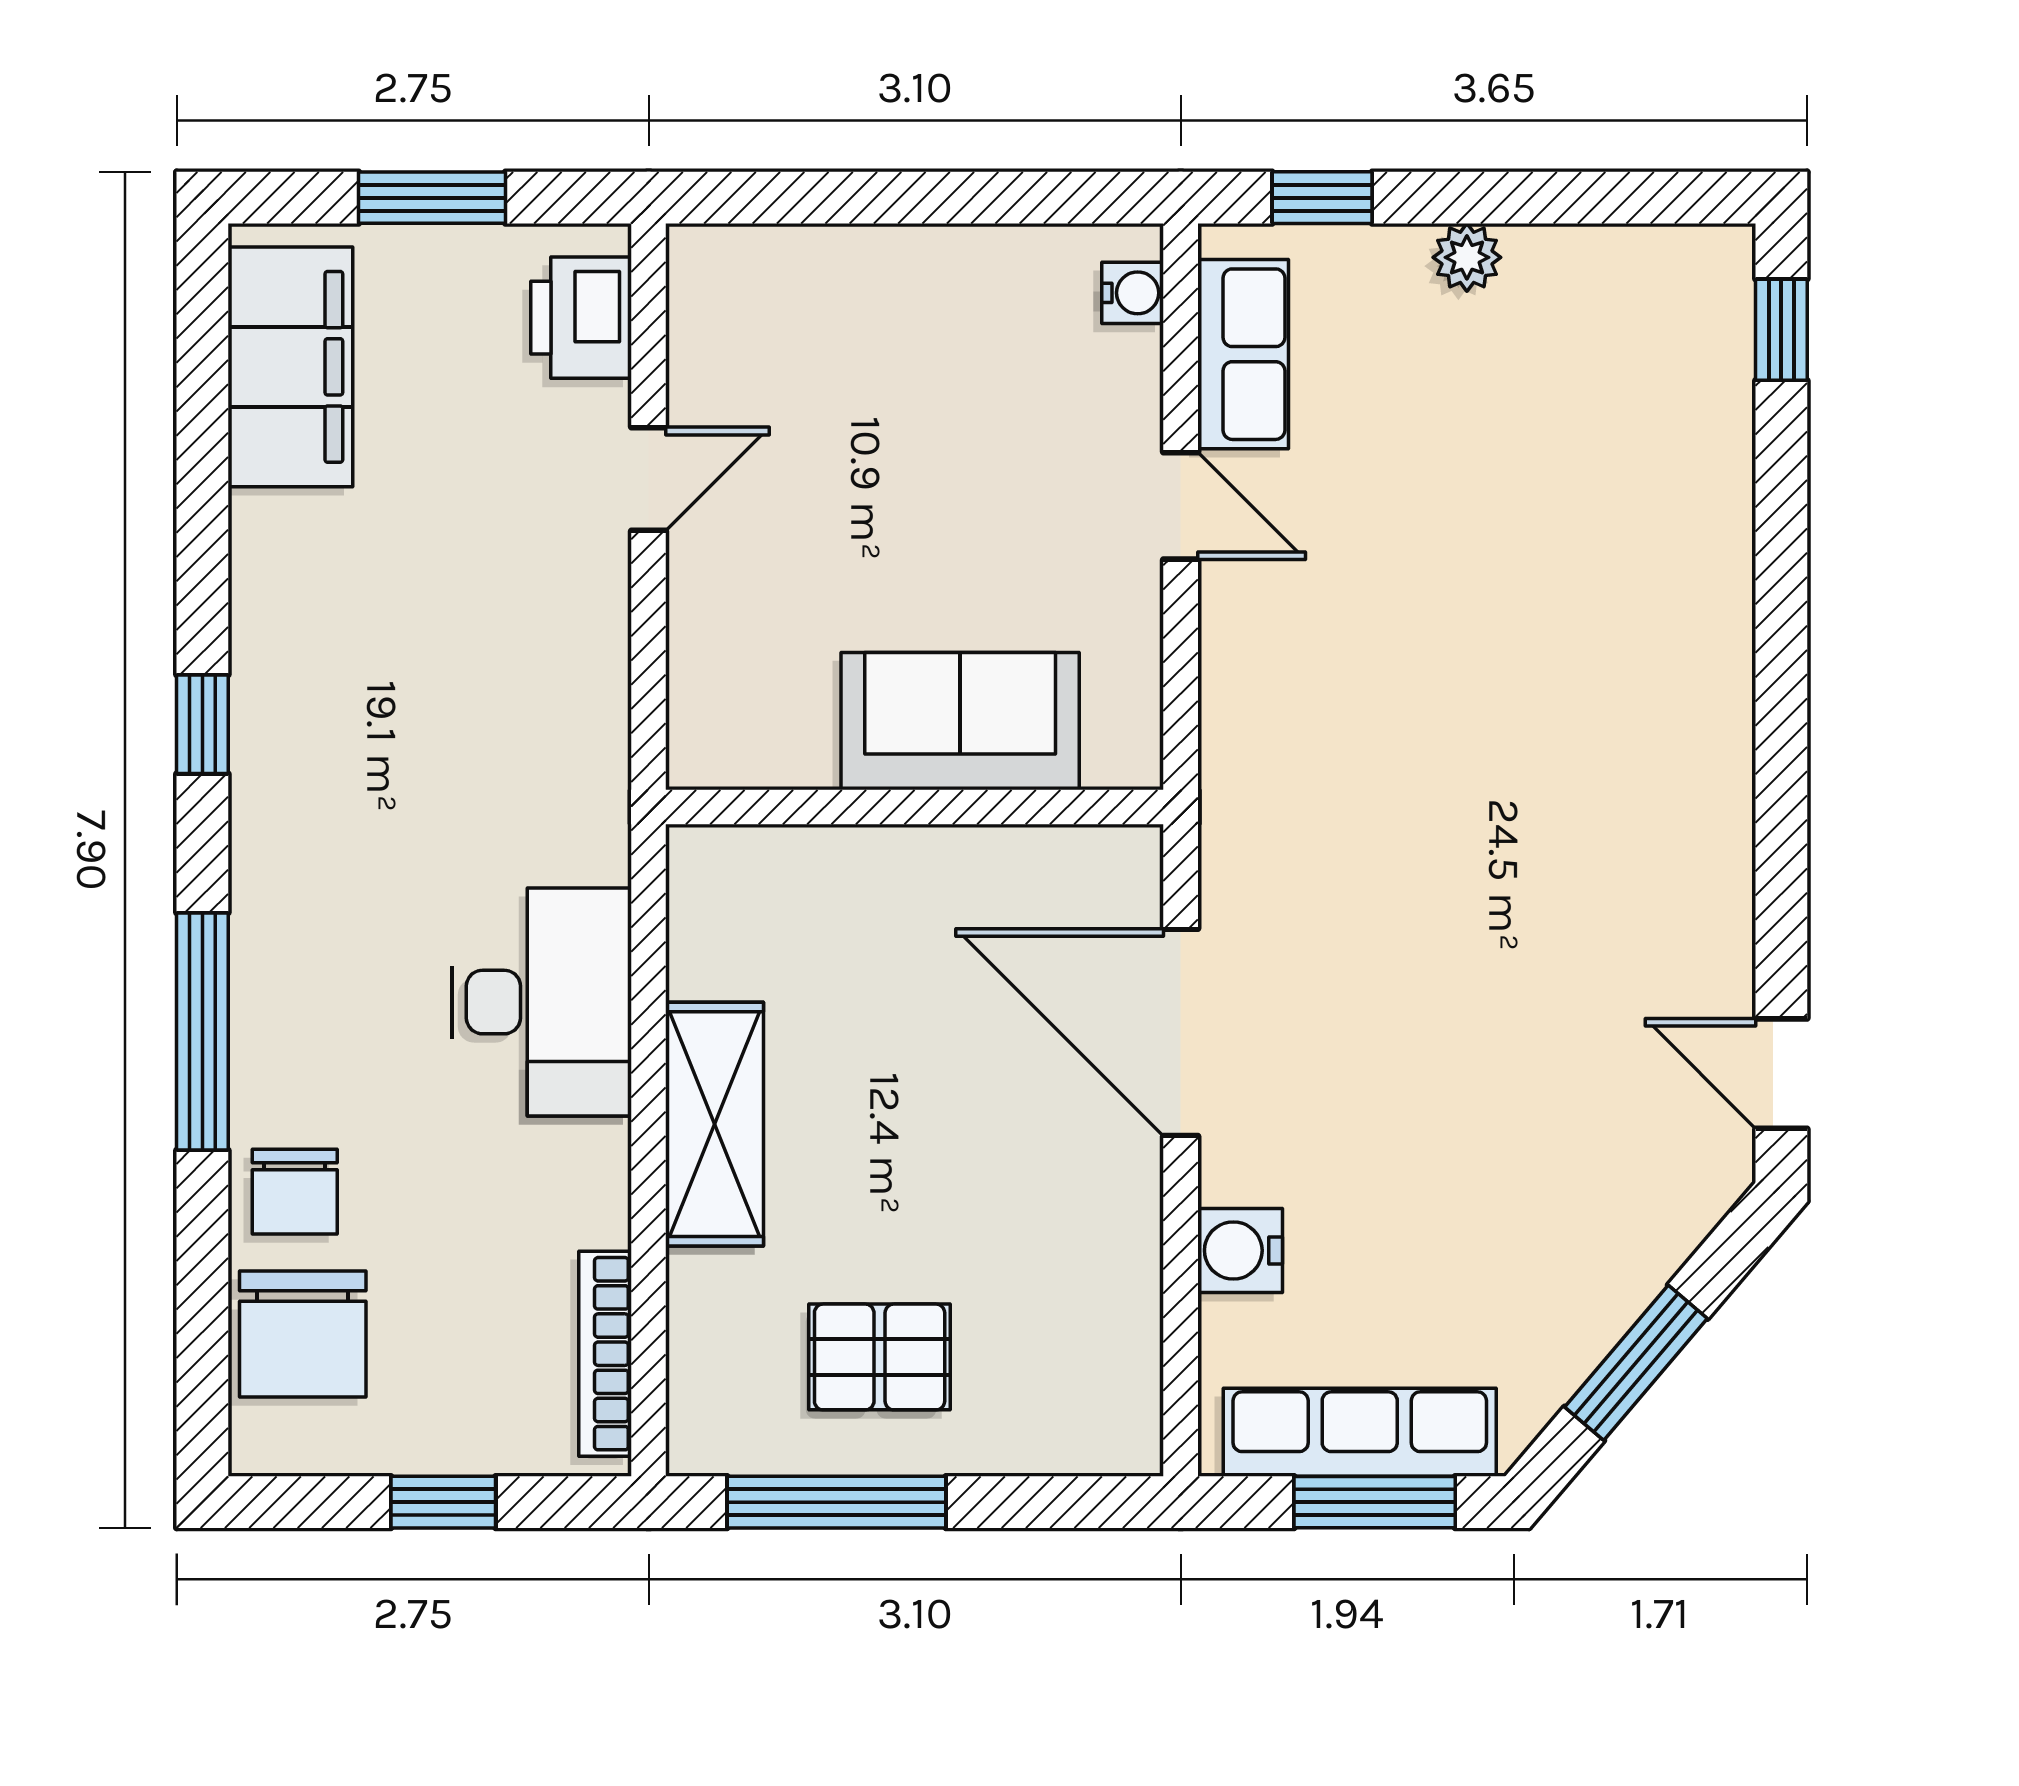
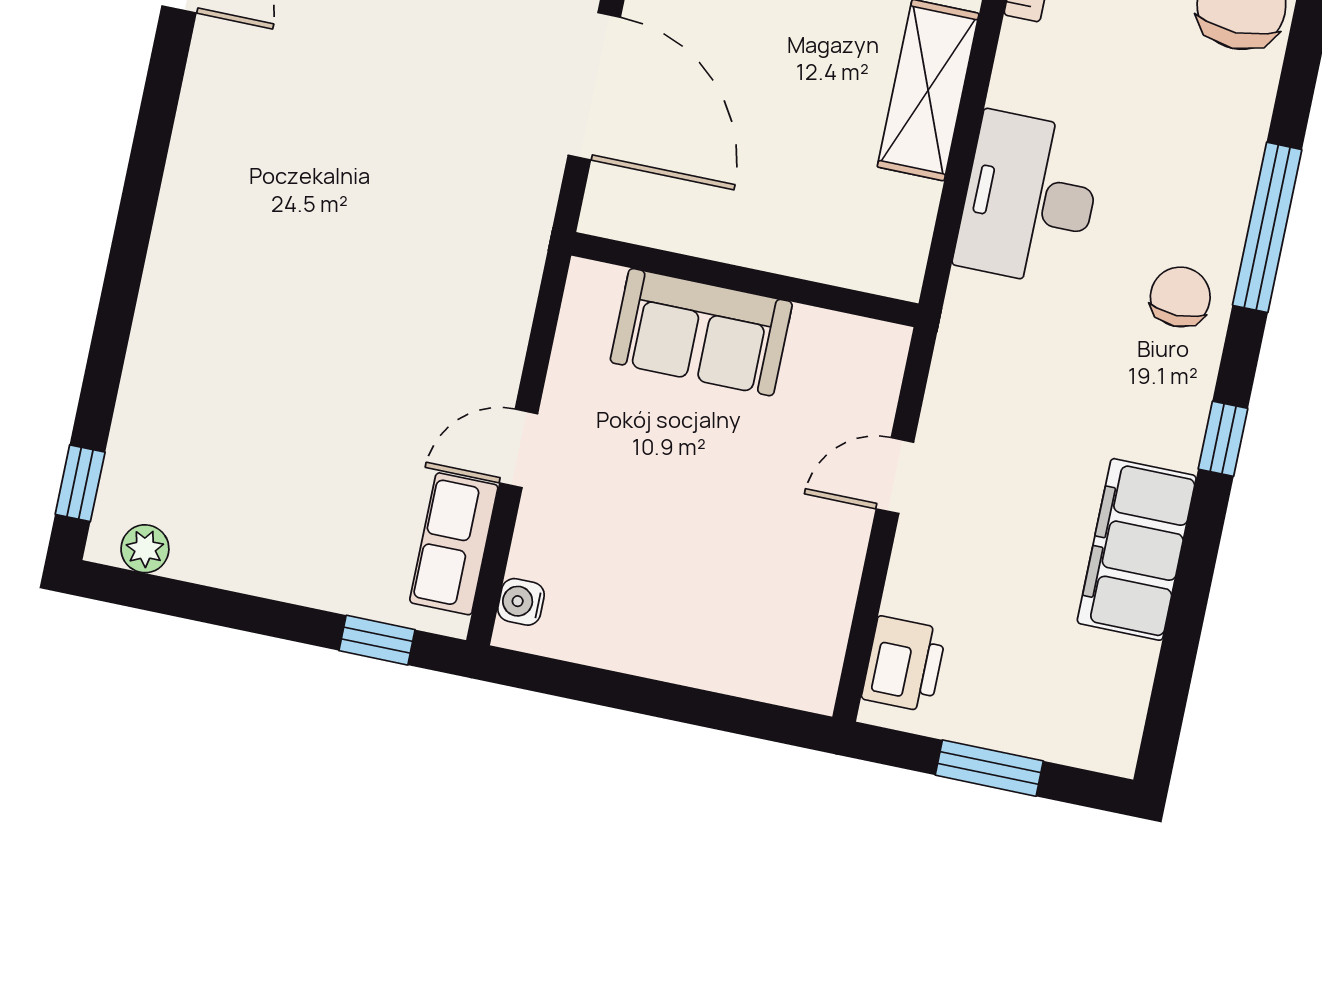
plant: (1467, 257) -> (145, 549), moved
filing cabinet: (290, 367) -> (1137, 549), moved
door: (649, 479) -> (895, 476), moved
door: (1181, 506) -> (519, 448), hinge flipped
chair: (295, 1192) -> (1180, 297), moved

